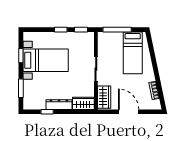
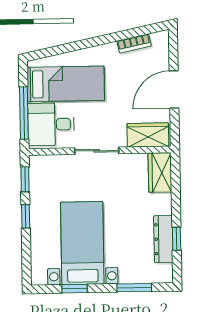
desk: (111, 44) -> (51, 124), added
dresser: (59, 105) -> (163, 239), moved

